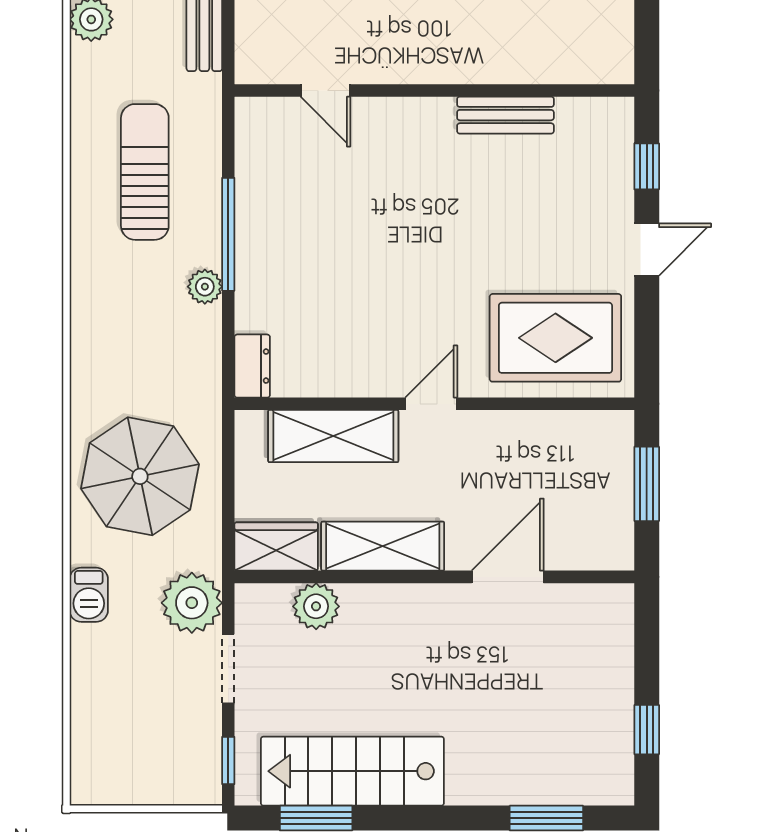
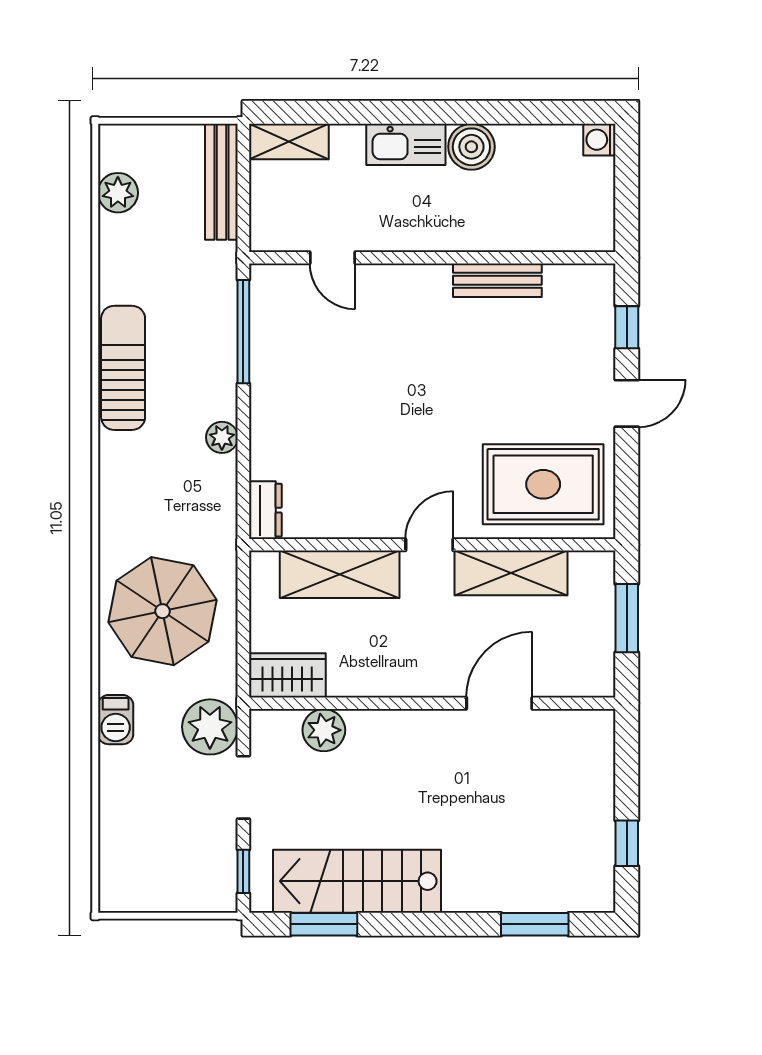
sun lounger: (145, 172) -> (123, 368), moved
window: (228, 234) -> (243, 332), moved
shelving: (383, 546) -> (511, 573), moved

